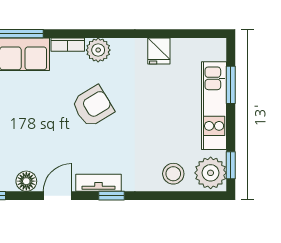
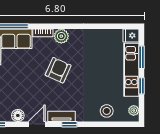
fridge: (159, 51) -> (131, 35), moved, turned 90
armchair: (93, 106) -> (58, 70), turned -35
window: (231, 165) -> (141, 86), moved
plant: (211, 173) -> (134, 110), width x0.53, depth x0.53

